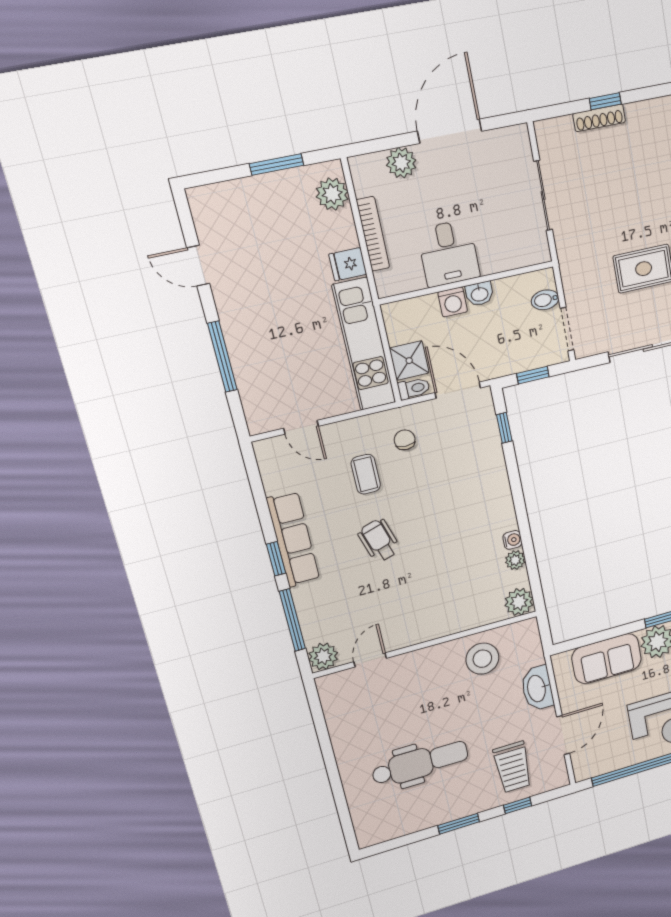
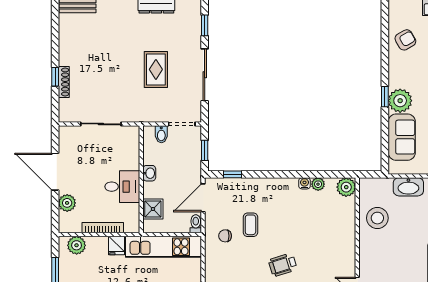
washing machine: (453, 302) -> (151, 190), removed
shower: (409, 361) -> (153, 209), moved
coffee table: (366, 474) -> (250, 225), moved, turned 90

